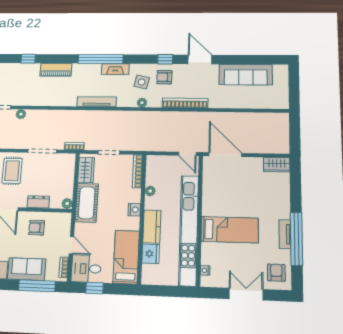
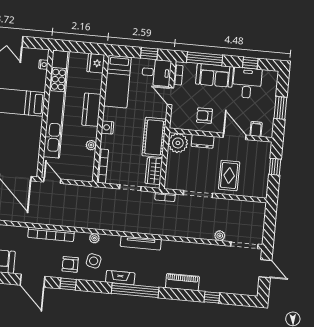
armchair: (164, 77) -> (70, 264), turned 180
plant: (67, 204) -> (178, 143), width x1.88, depth x1.88
armchair: (37, 228) -> (204, 116), turned 180
fridge: (151, 254) -> (96, 63), moved

